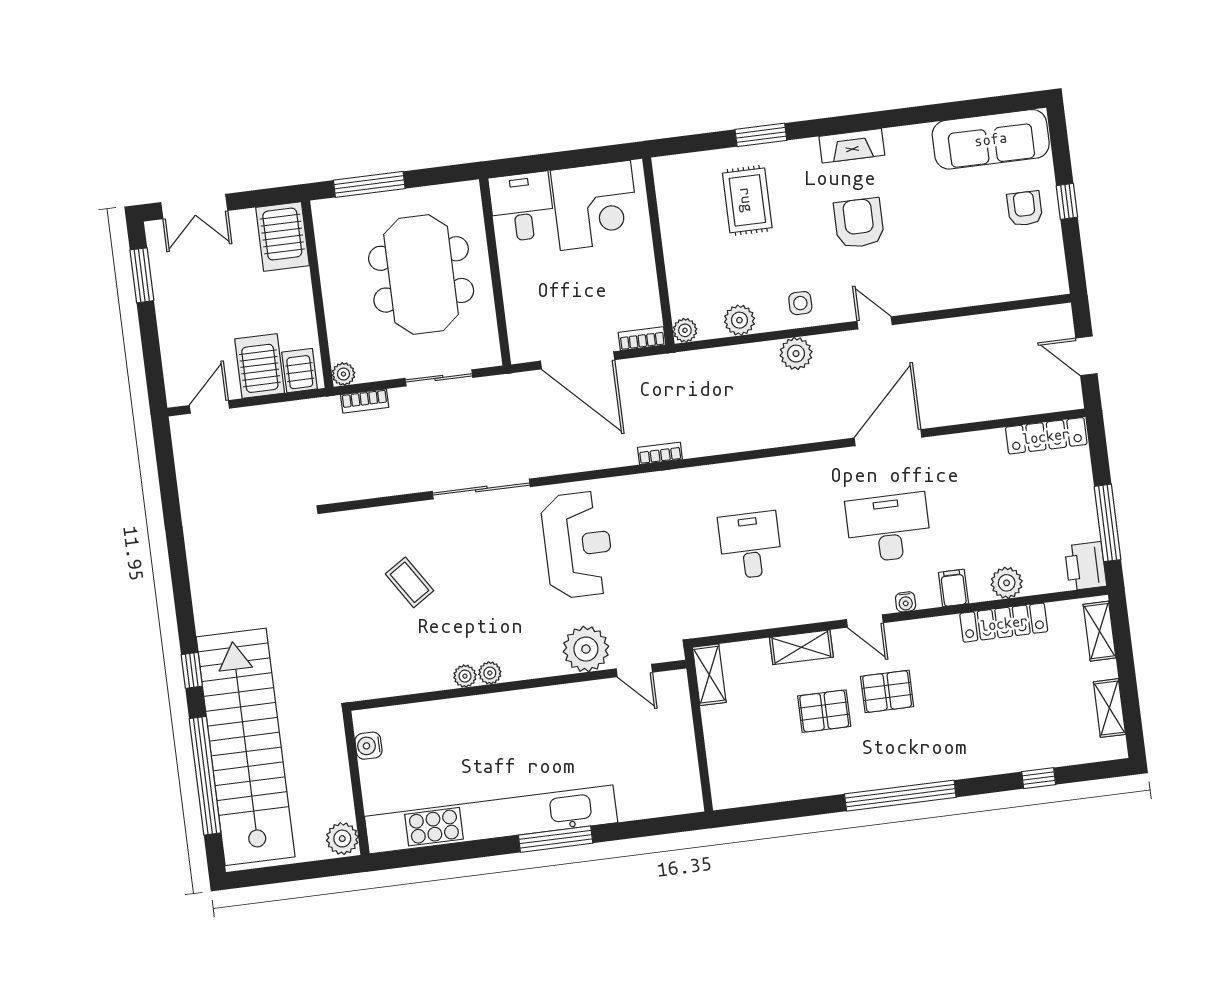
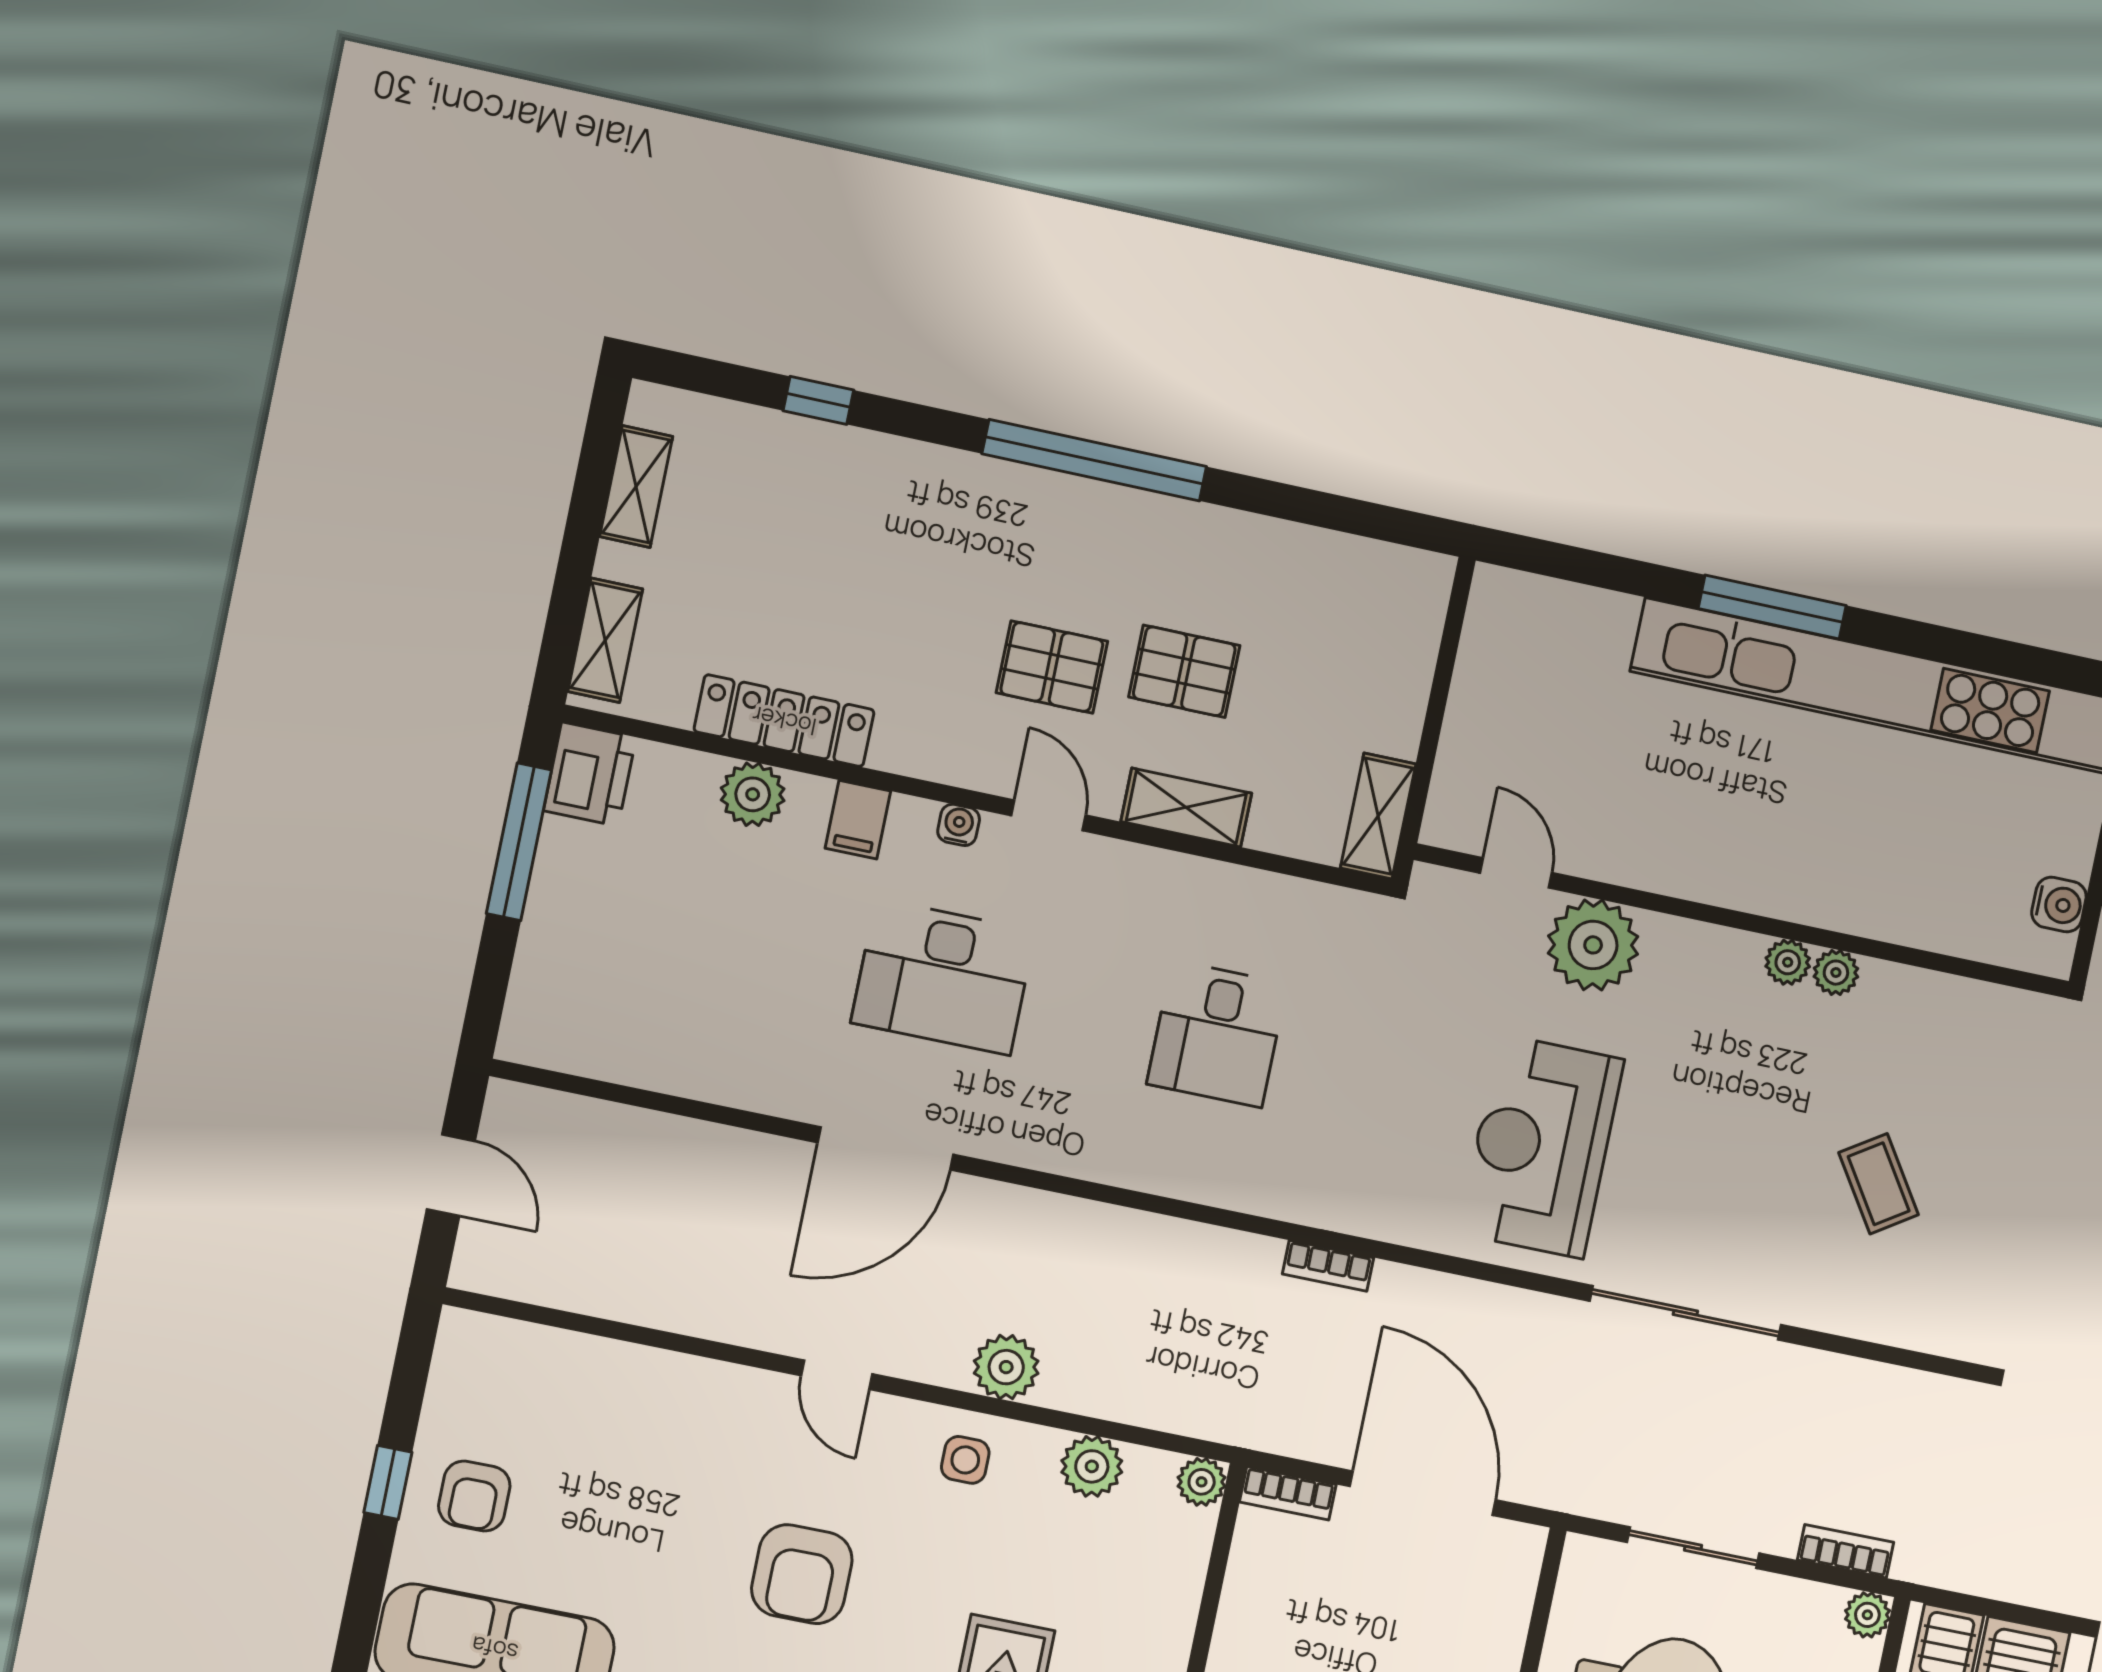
locker: (1046, 436) -> (581, 1049), removed

